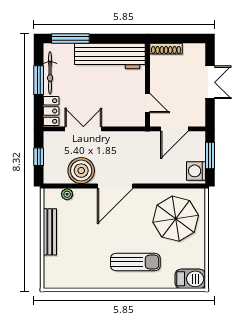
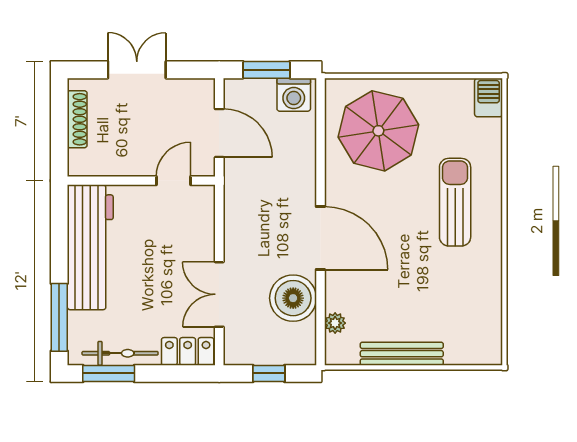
shoe rack: (166, 49) -> (77, 119), moved
window: (39, 80) -> (109, 373), moved
barbecue: (190, 279) -> (489, 98), width x0.73, depth x0.79

